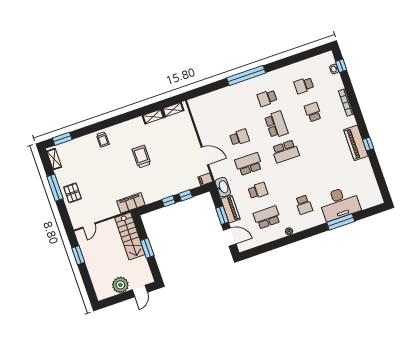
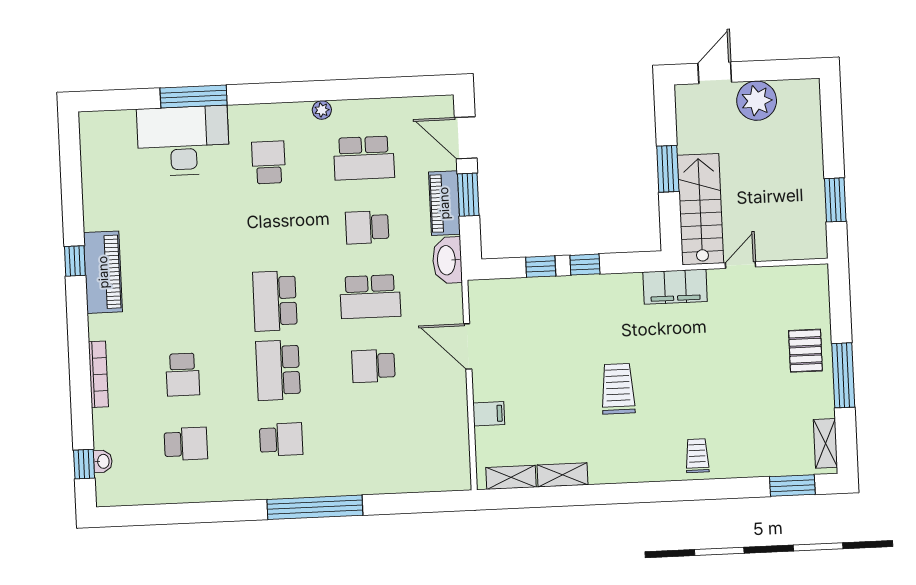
school desk: (285, 151) -> (275, 301), turned -90
trolley: (141, 157) -> (618, 389), turned 180
filing cabinet: (205, 179) -> (489, 414), moved
door: (89, 225) -> (740, 265), moved

